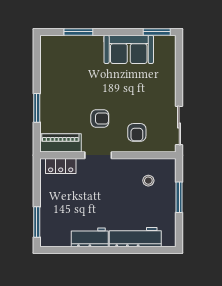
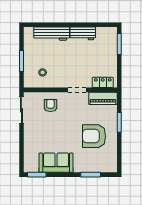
armchair: (100, 119) -> (94, 136), moved, width x1.88, depth x1.88

